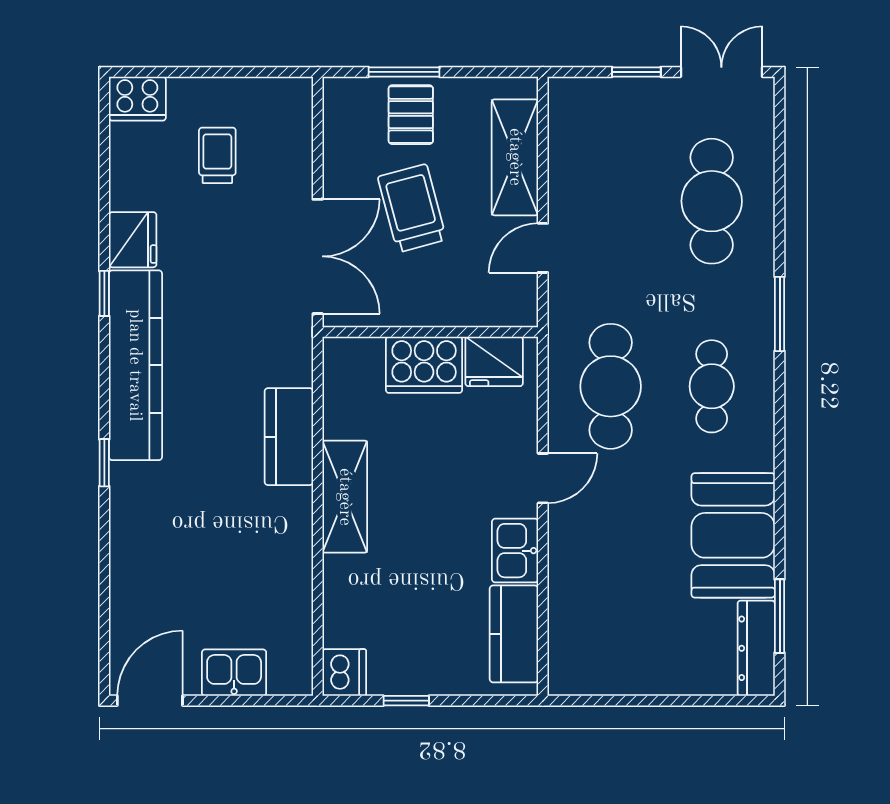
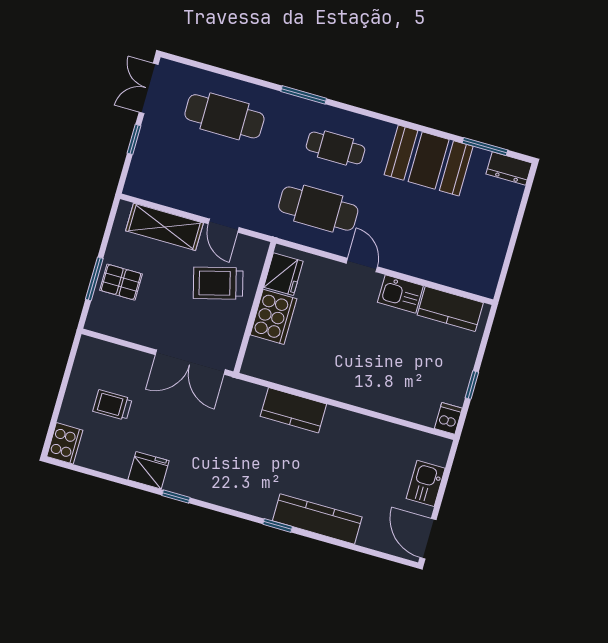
trolley: (412, 208) -> (218, 283), moved
double door: (318, 256) -> (190, 362), swing flipped
kitchen counter: (135, 365) -> (317, 519), moved, width x0.72, depth x0.86
shelving: (345, 497) -> (339, 387), removed
dresser: (756, 648) -> (509, 168), width x0.70
dishwasher: (344, 673) -> (448, 418), width x0.73

